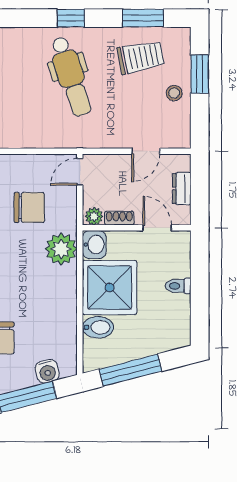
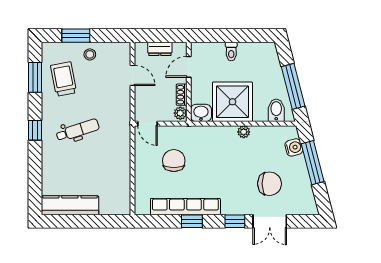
dental chair: (71, 76) -> (78, 130), width x0.73, depth x0.72
plant: (61, 249) -> (244, 132), moved, width x0.53, depth x0.53
bidet: (98, 327) -> (276, 110), moved

